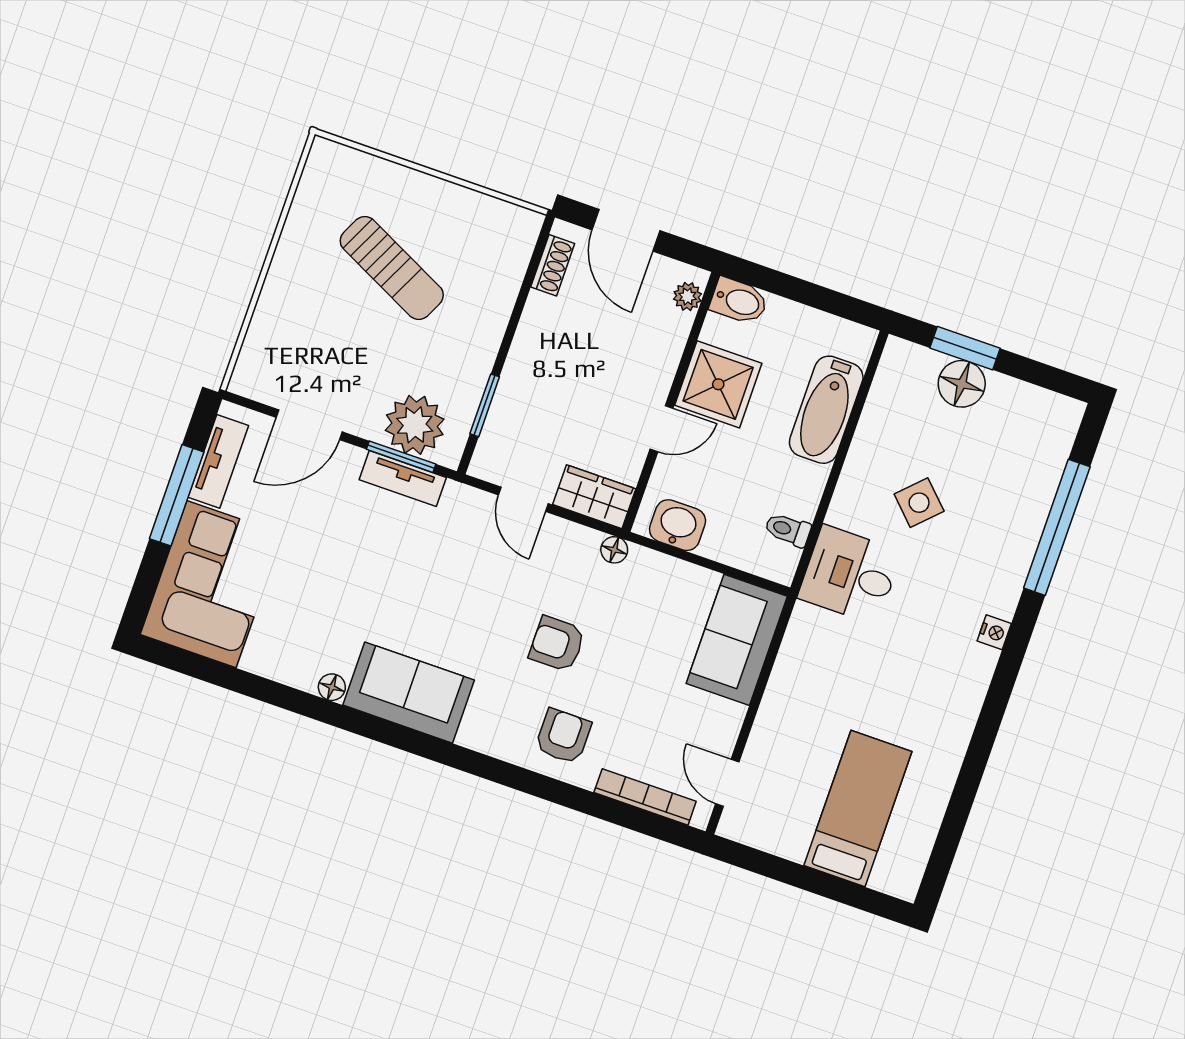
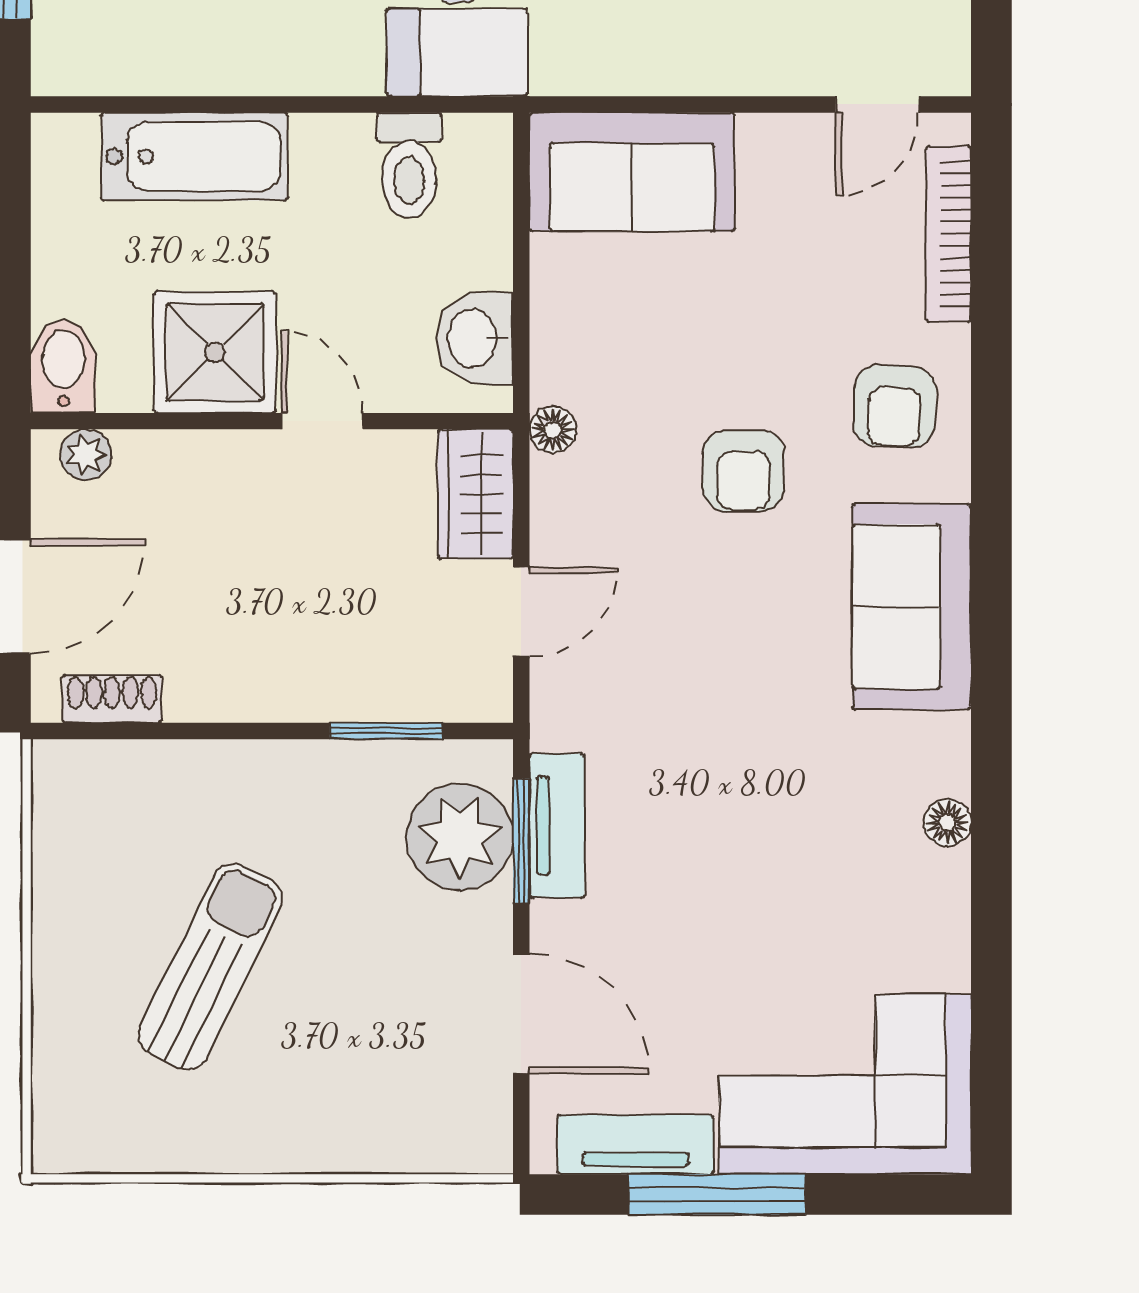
toilet: (788, 530) -> (409, 165), width x1.37, depth x1.39
sofa: (409, 693) -> (912, 607), moved
armchair: (563, 736) -> (895, 407), turned -87

